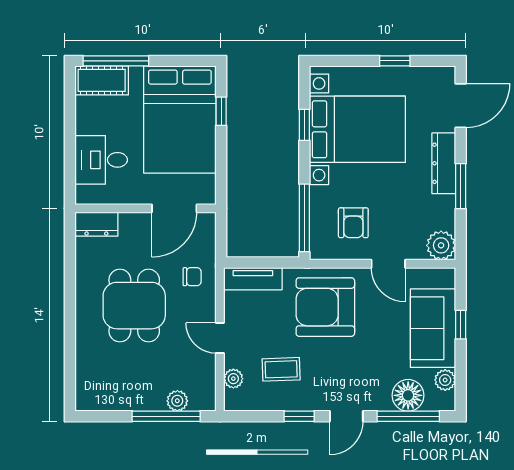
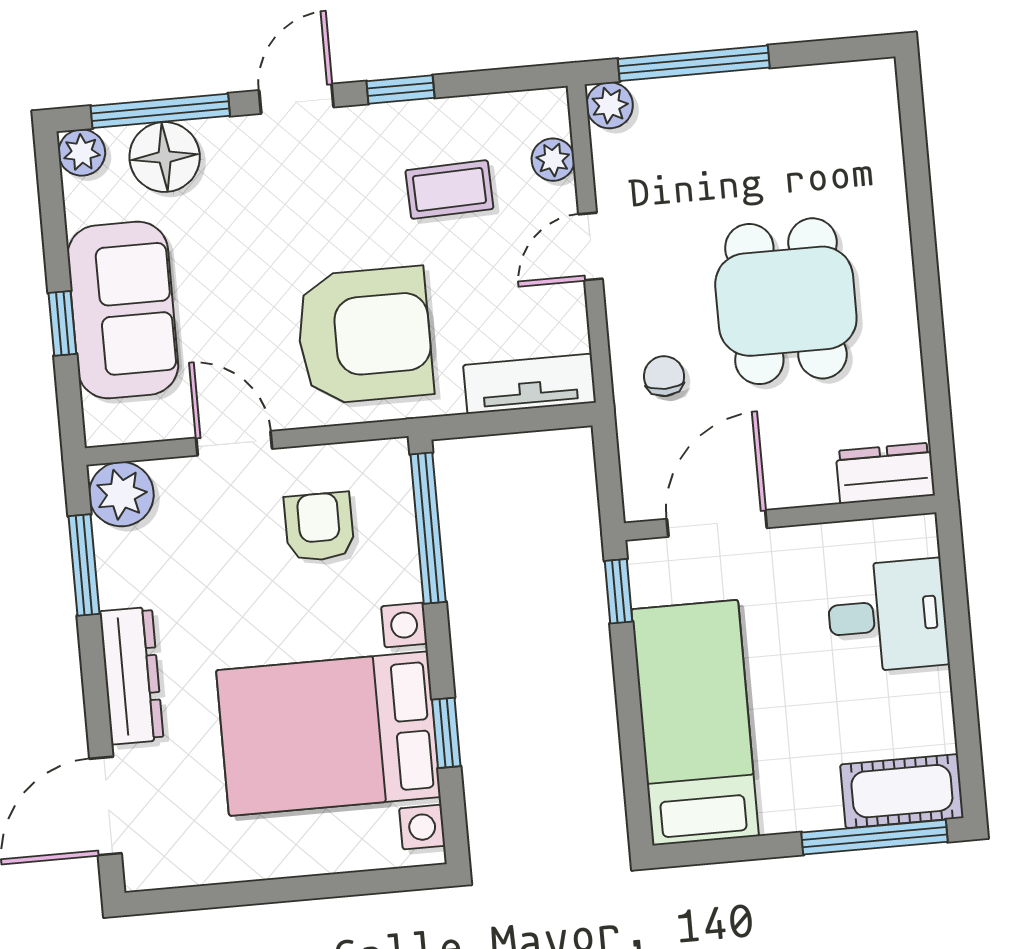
window: (395, 61) -> (260, 892), removed
window: (221, 111) -> (619, 591), moved
bed: (180, 120) -> (695, 723), width x0.67
window: (461, 186) -> (84, 565), moved
chair: (192, 277) -> (664, 376), turned 90
door: (220, 338) -> (591, 247), swing flipped
plant: (445, 380) -> (82, 153), moved
plant: (177, 401) -> (610, 105), moved

